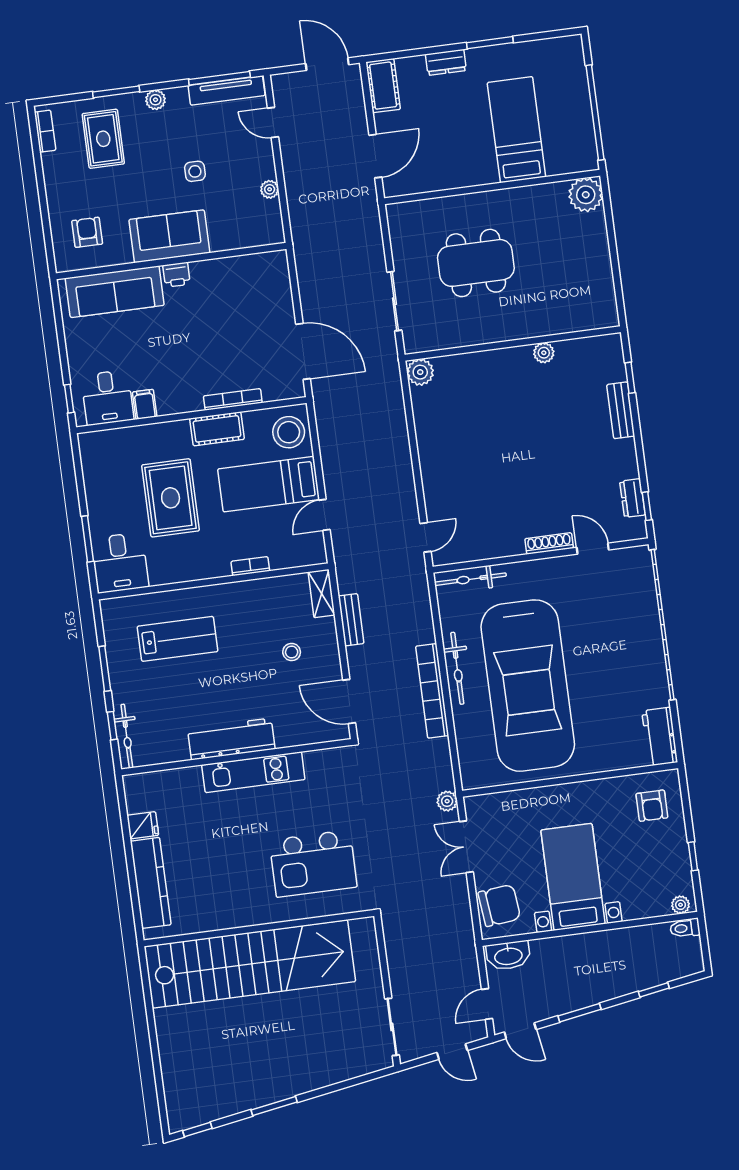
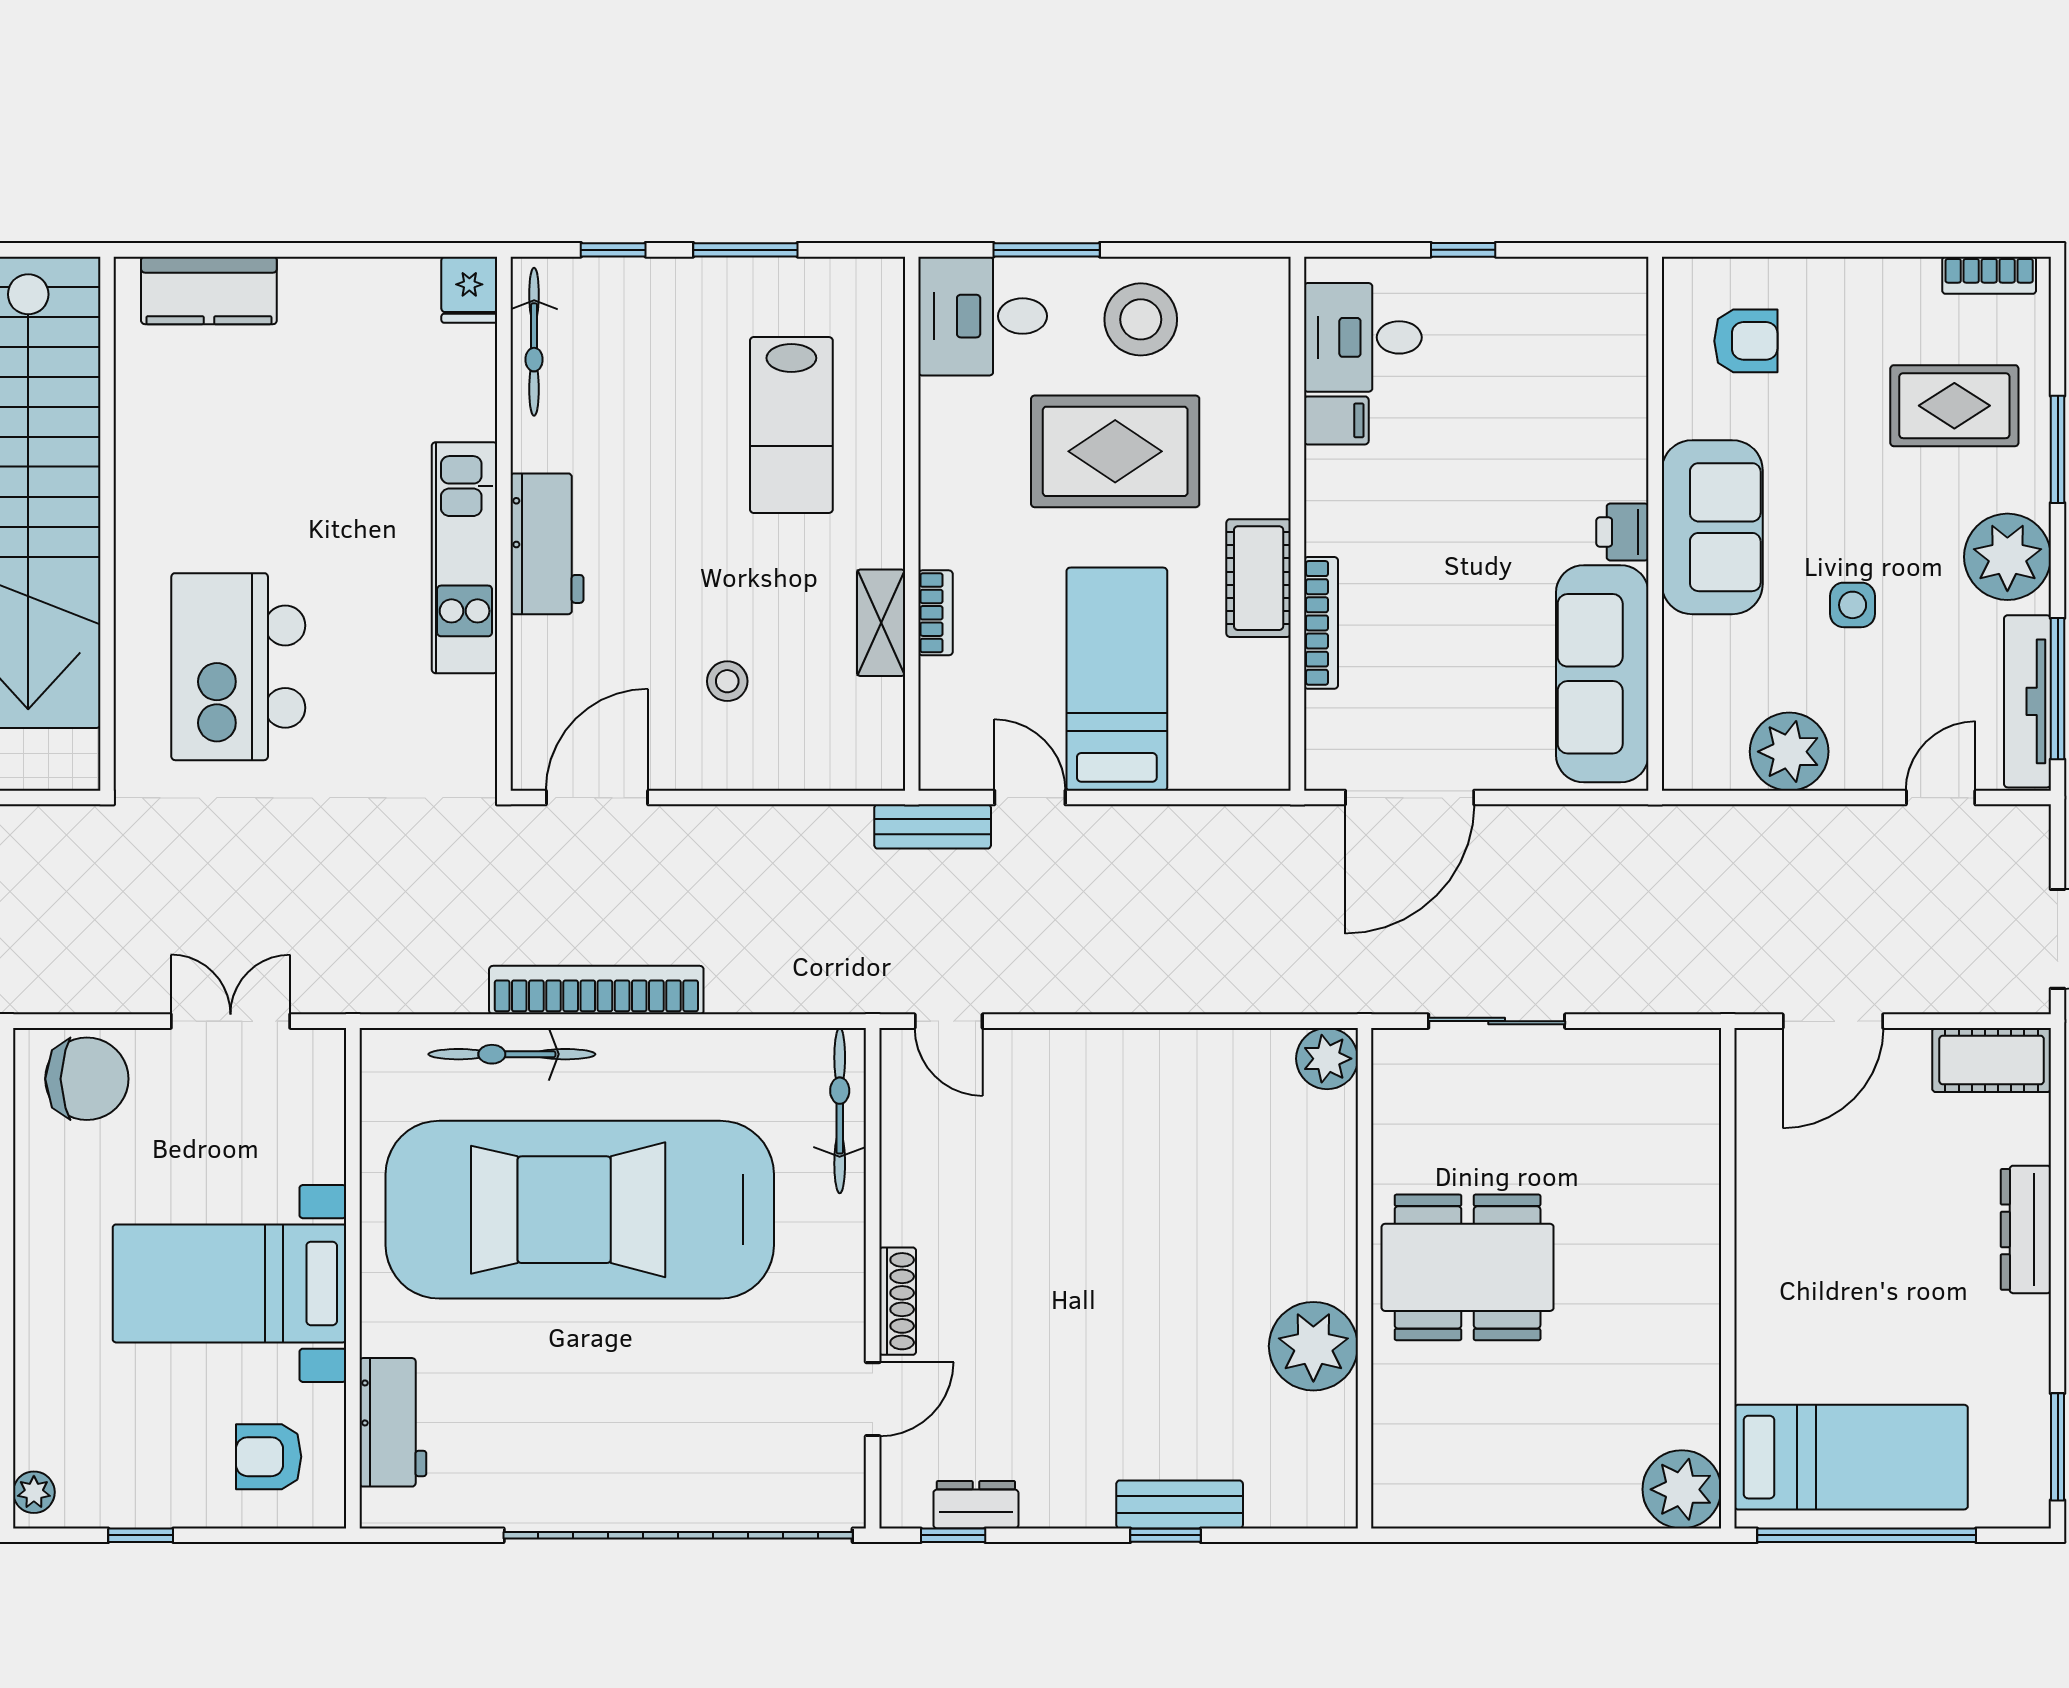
window: (490, 43) -> (2058, 1447), moved
dresser: (446, 62) -> (2026, 1229), width x1.44
plant: (155, 100) -> (2007, 557), width x1.87, depth x1.87
bed: (516, 130) -> (1851, 1457), moved
door: (375, 156) -> (1833, 1021), hinge flipped
plant: (270, 189) -> (1789, 752), width x1.88, depth x1.88
dining table: (476, 263) -> (1468, 1267), moved, turned 90
sofa: (115, 292) -> (1602, 674), moved
plant: (544, 353) -> (1313, 1346), width x1.87, depth x1.87
window: (630, 378) -> (1165, 1535), moved
window: (69, 399) -> (1463, 250), moved
stool: (289, 432) -> (1141, 319), moved
shelving: (321, 594) -> (881, 623), moved, turned 90
bench: (351, 620) -> (933, 826), moved
bicycle: (457, 668) -> (512, 1054), moved
bicycle: (127, 736) -> (534, 342), moved, turned -90
workbench: (660, 736) -> (393, 1422), moved, turned 90
workbench: (231, 739) -> (547, 544), width x0.73
plant: (447, 801) -> (340, 991), removed
fridge: (143, 825) -> (469, 290), moved
bed with nightstands: (573, 877) -> (229, 1283), moved, turned 180
kitchen counter: (151, 883) -> (209, 290), width x0.67
chair: (499, 905) -> (87, 1079), turned -84

